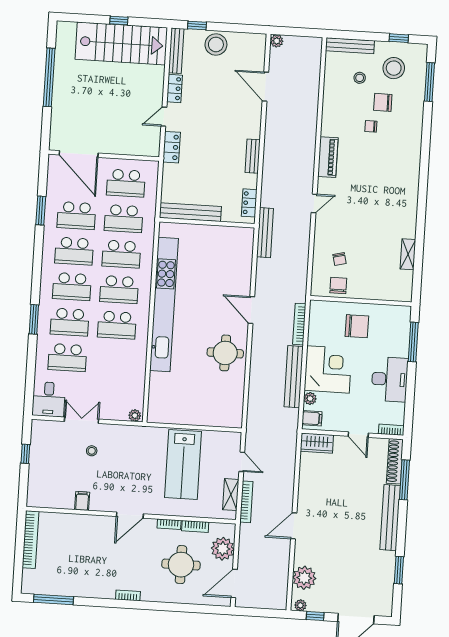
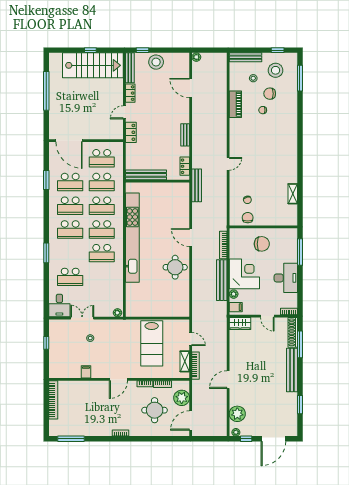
piano: (328, 157) -> (235, 104), moved
school desk: (70, 322) -> (70, 253), removed

